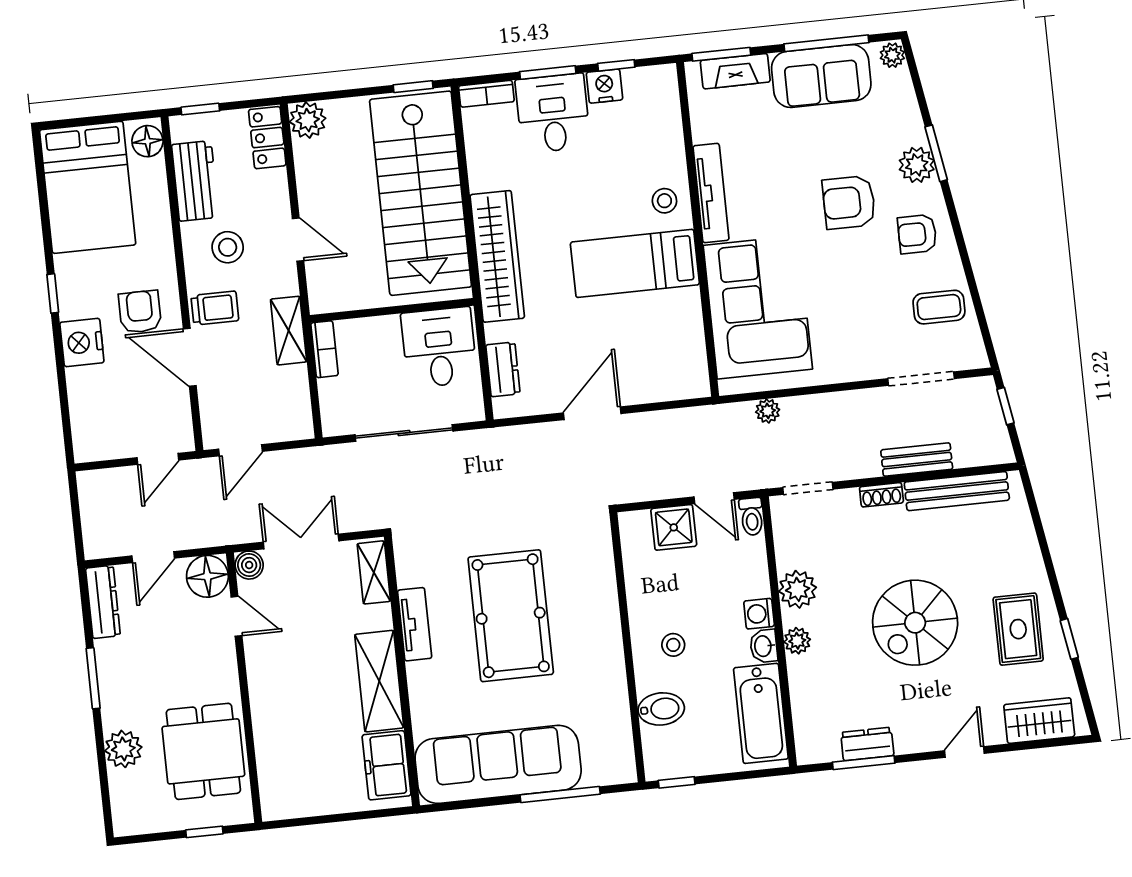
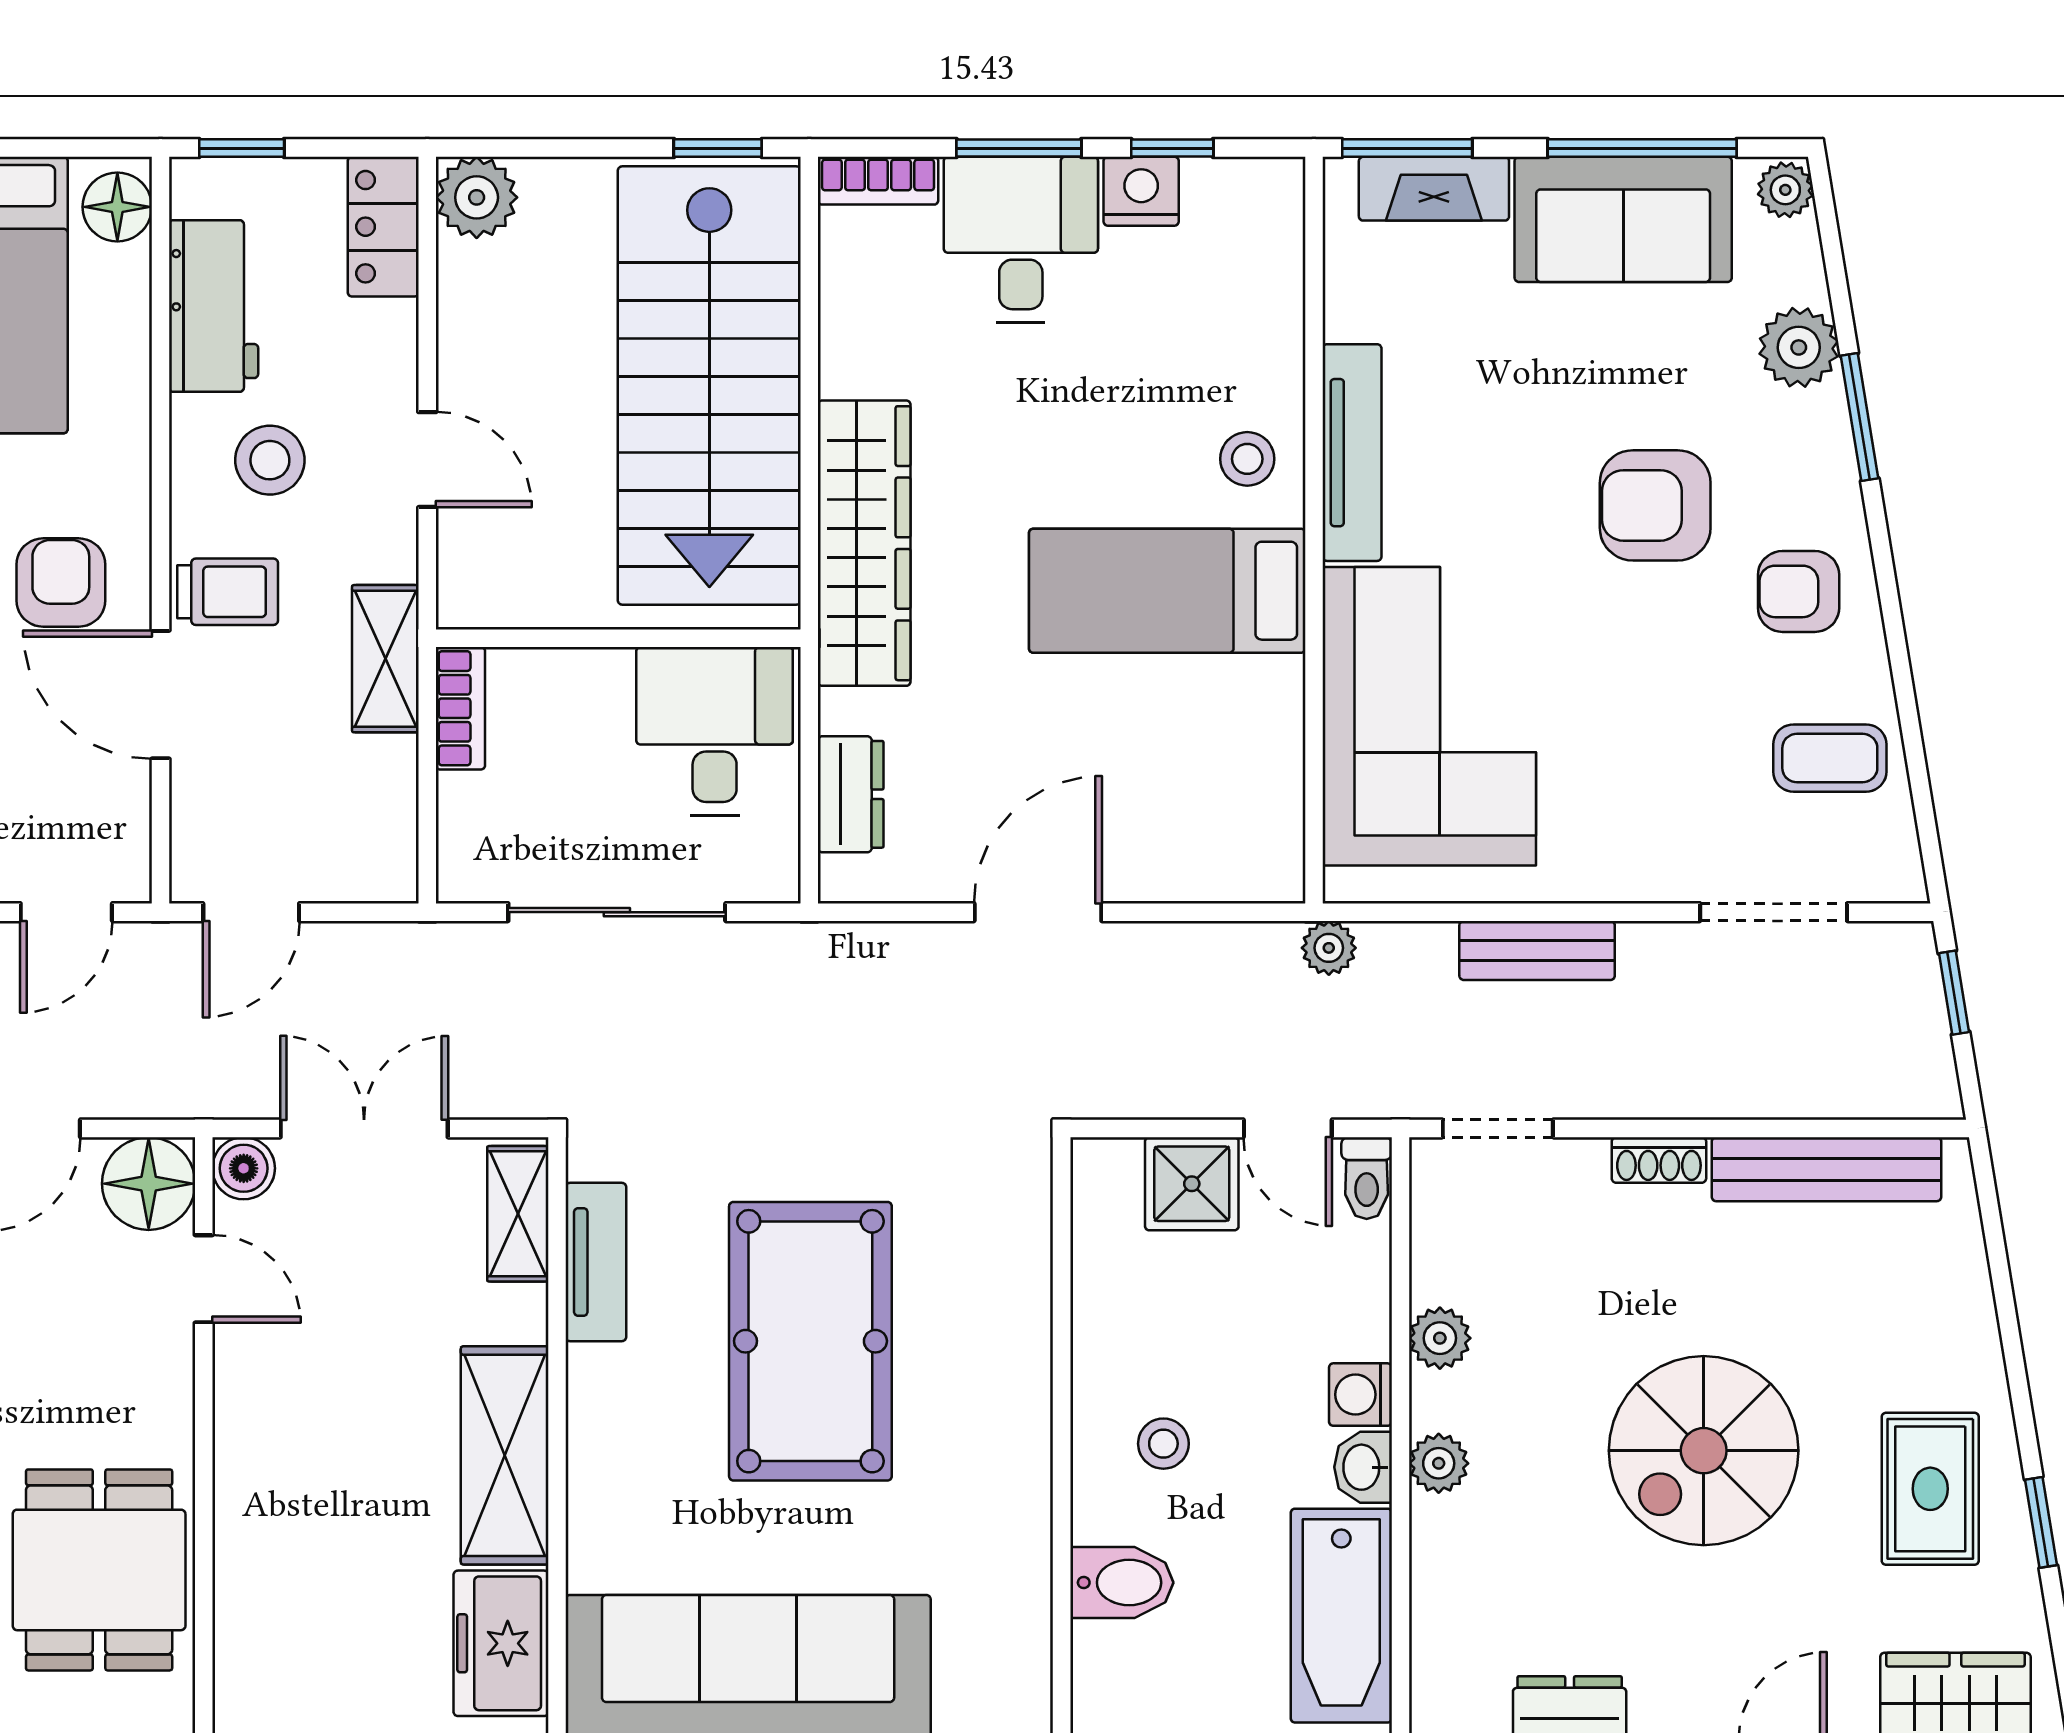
plant: (917, 165) -> (1799, 347), moved
plant: (768, 411) -> (1329, 948), moved
bench: (917, 460) -> (1537, 950), moved
plant: (798, 589) -> (1440, 1338), width x0.73, depth x0.73
tv unit: (415, 624) -> (596, 1262), moved

